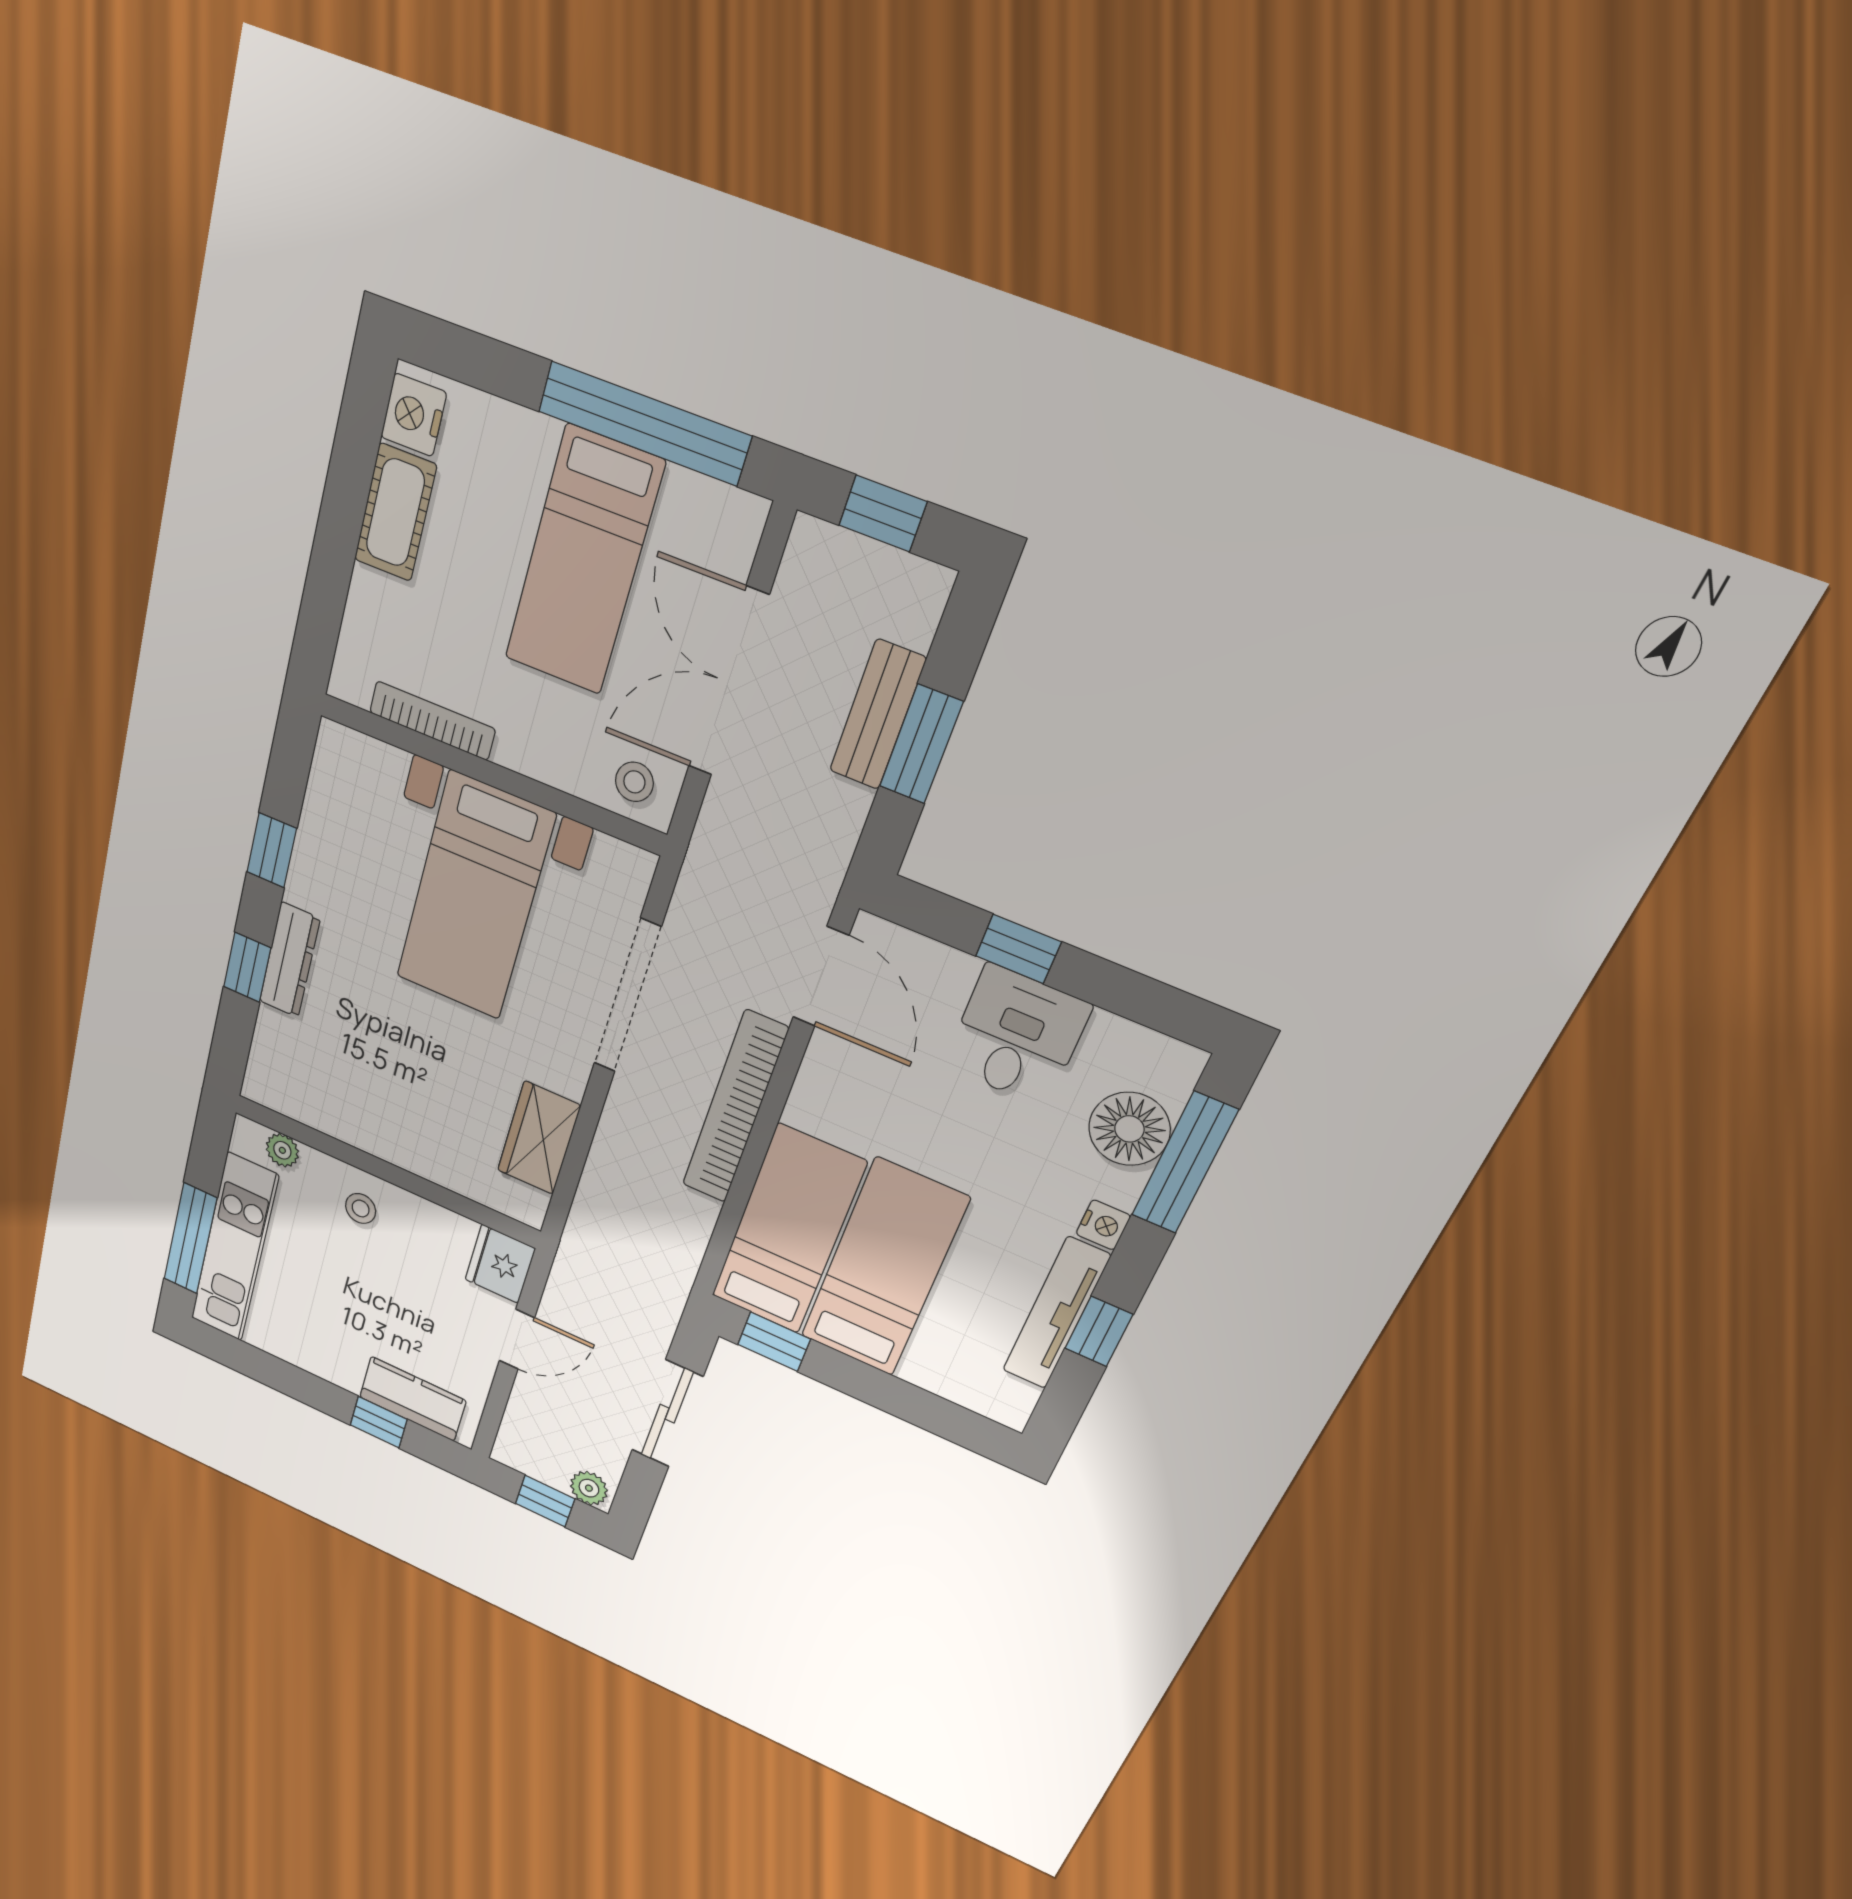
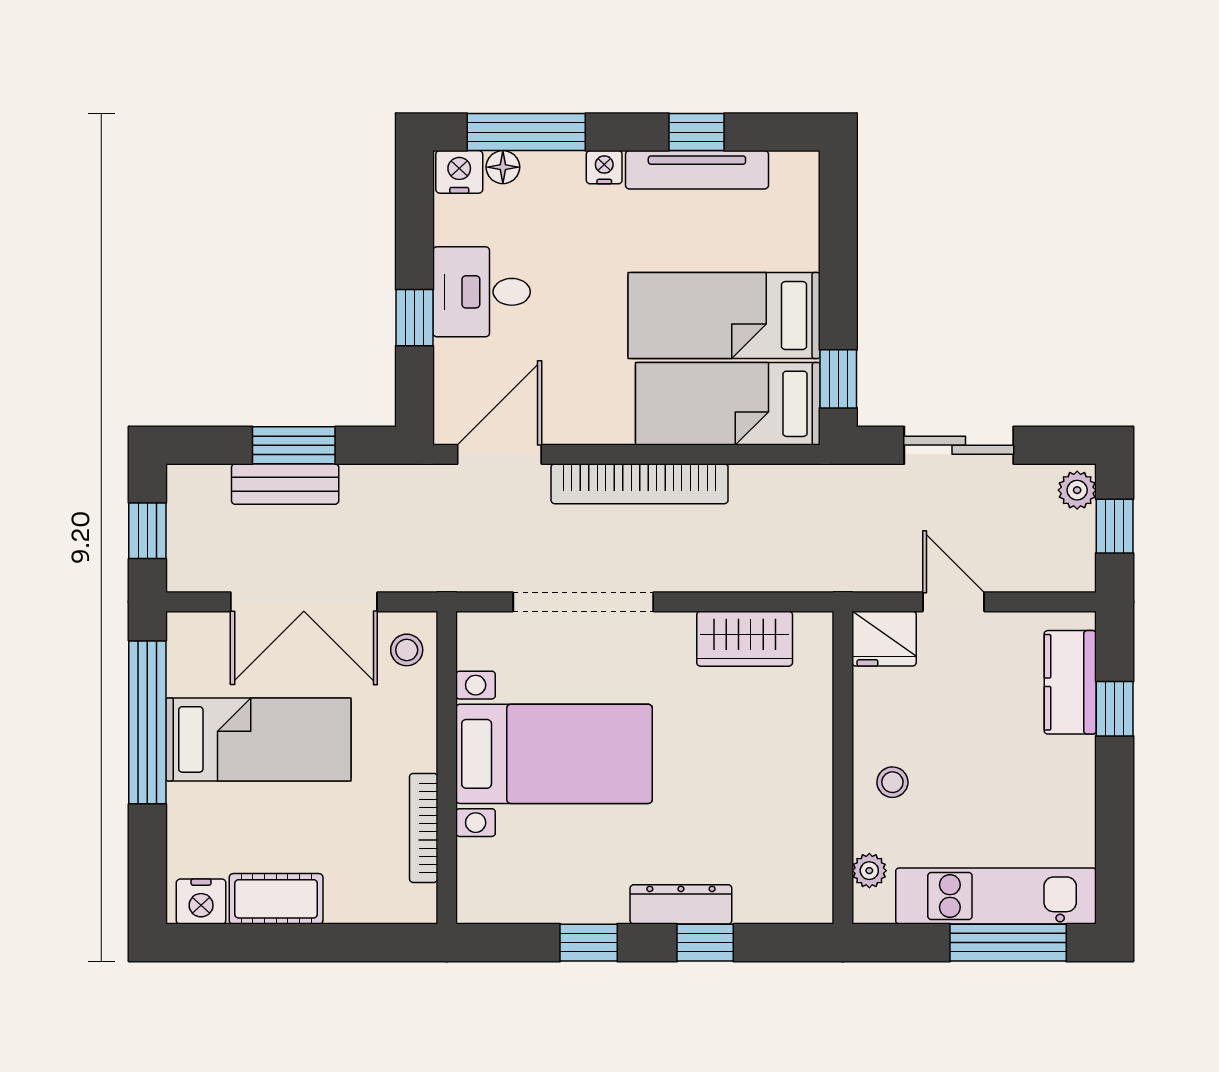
nightstand: (1172, 1071) -> (459, 172), added
floor lamp: (1129, 1129) -> (503, 167), width x0.53, depth x0.53

